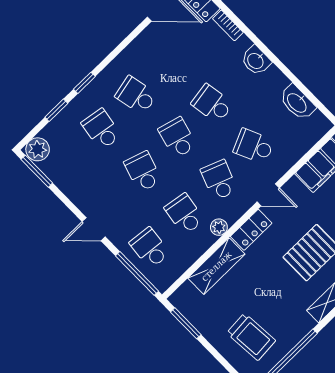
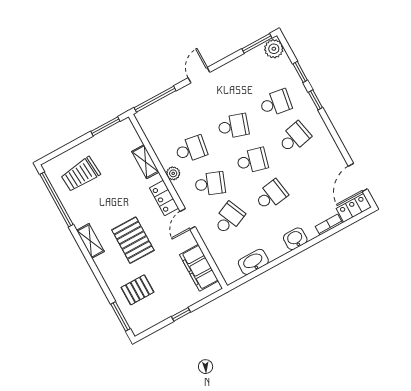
school desk: (150, 248) -> (172, 115), removed
shelving: (216, 266) -> (145, 162), width x0.67, depth x0.75

